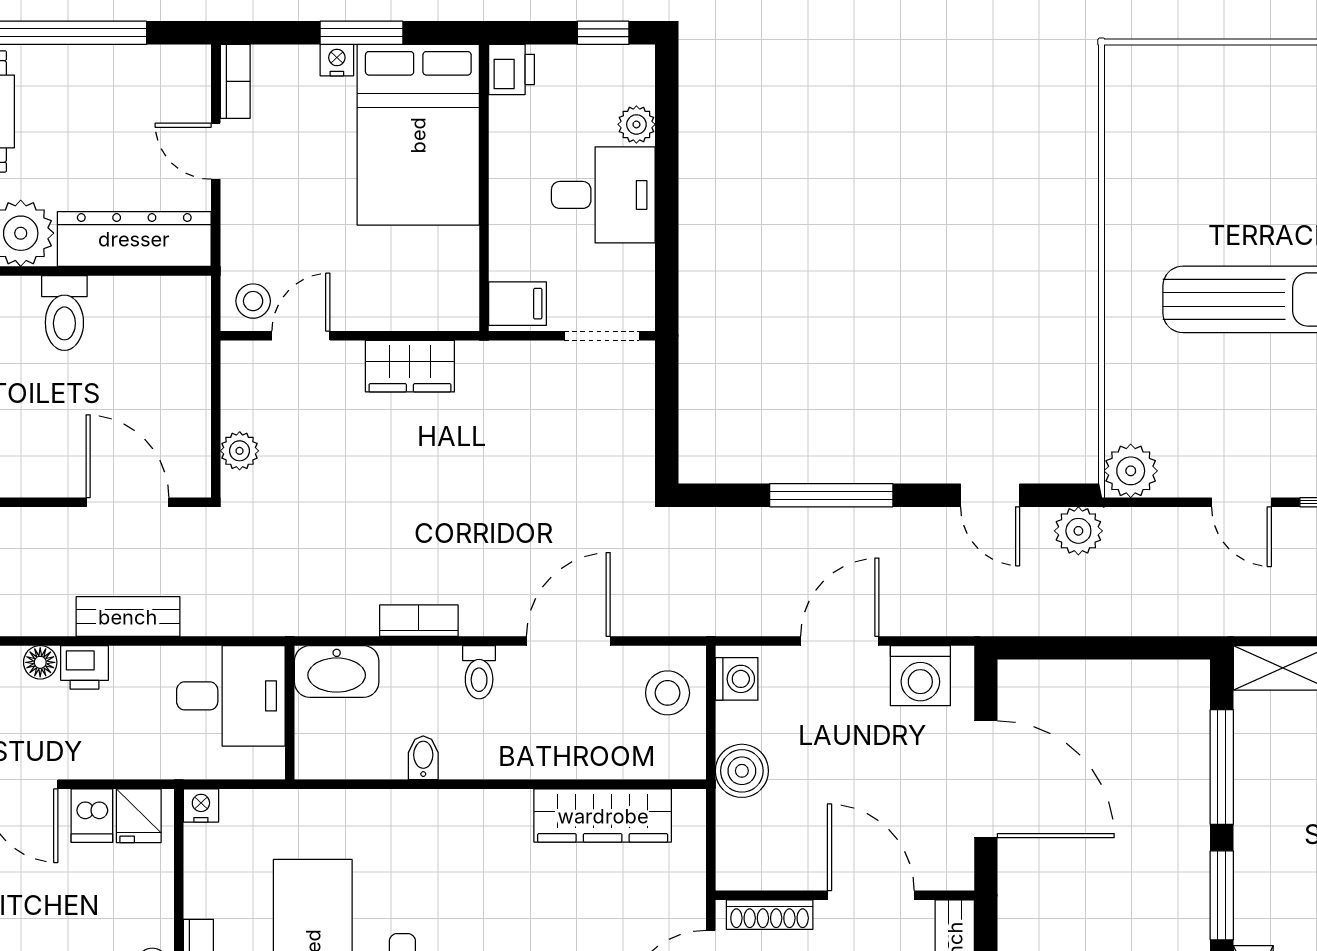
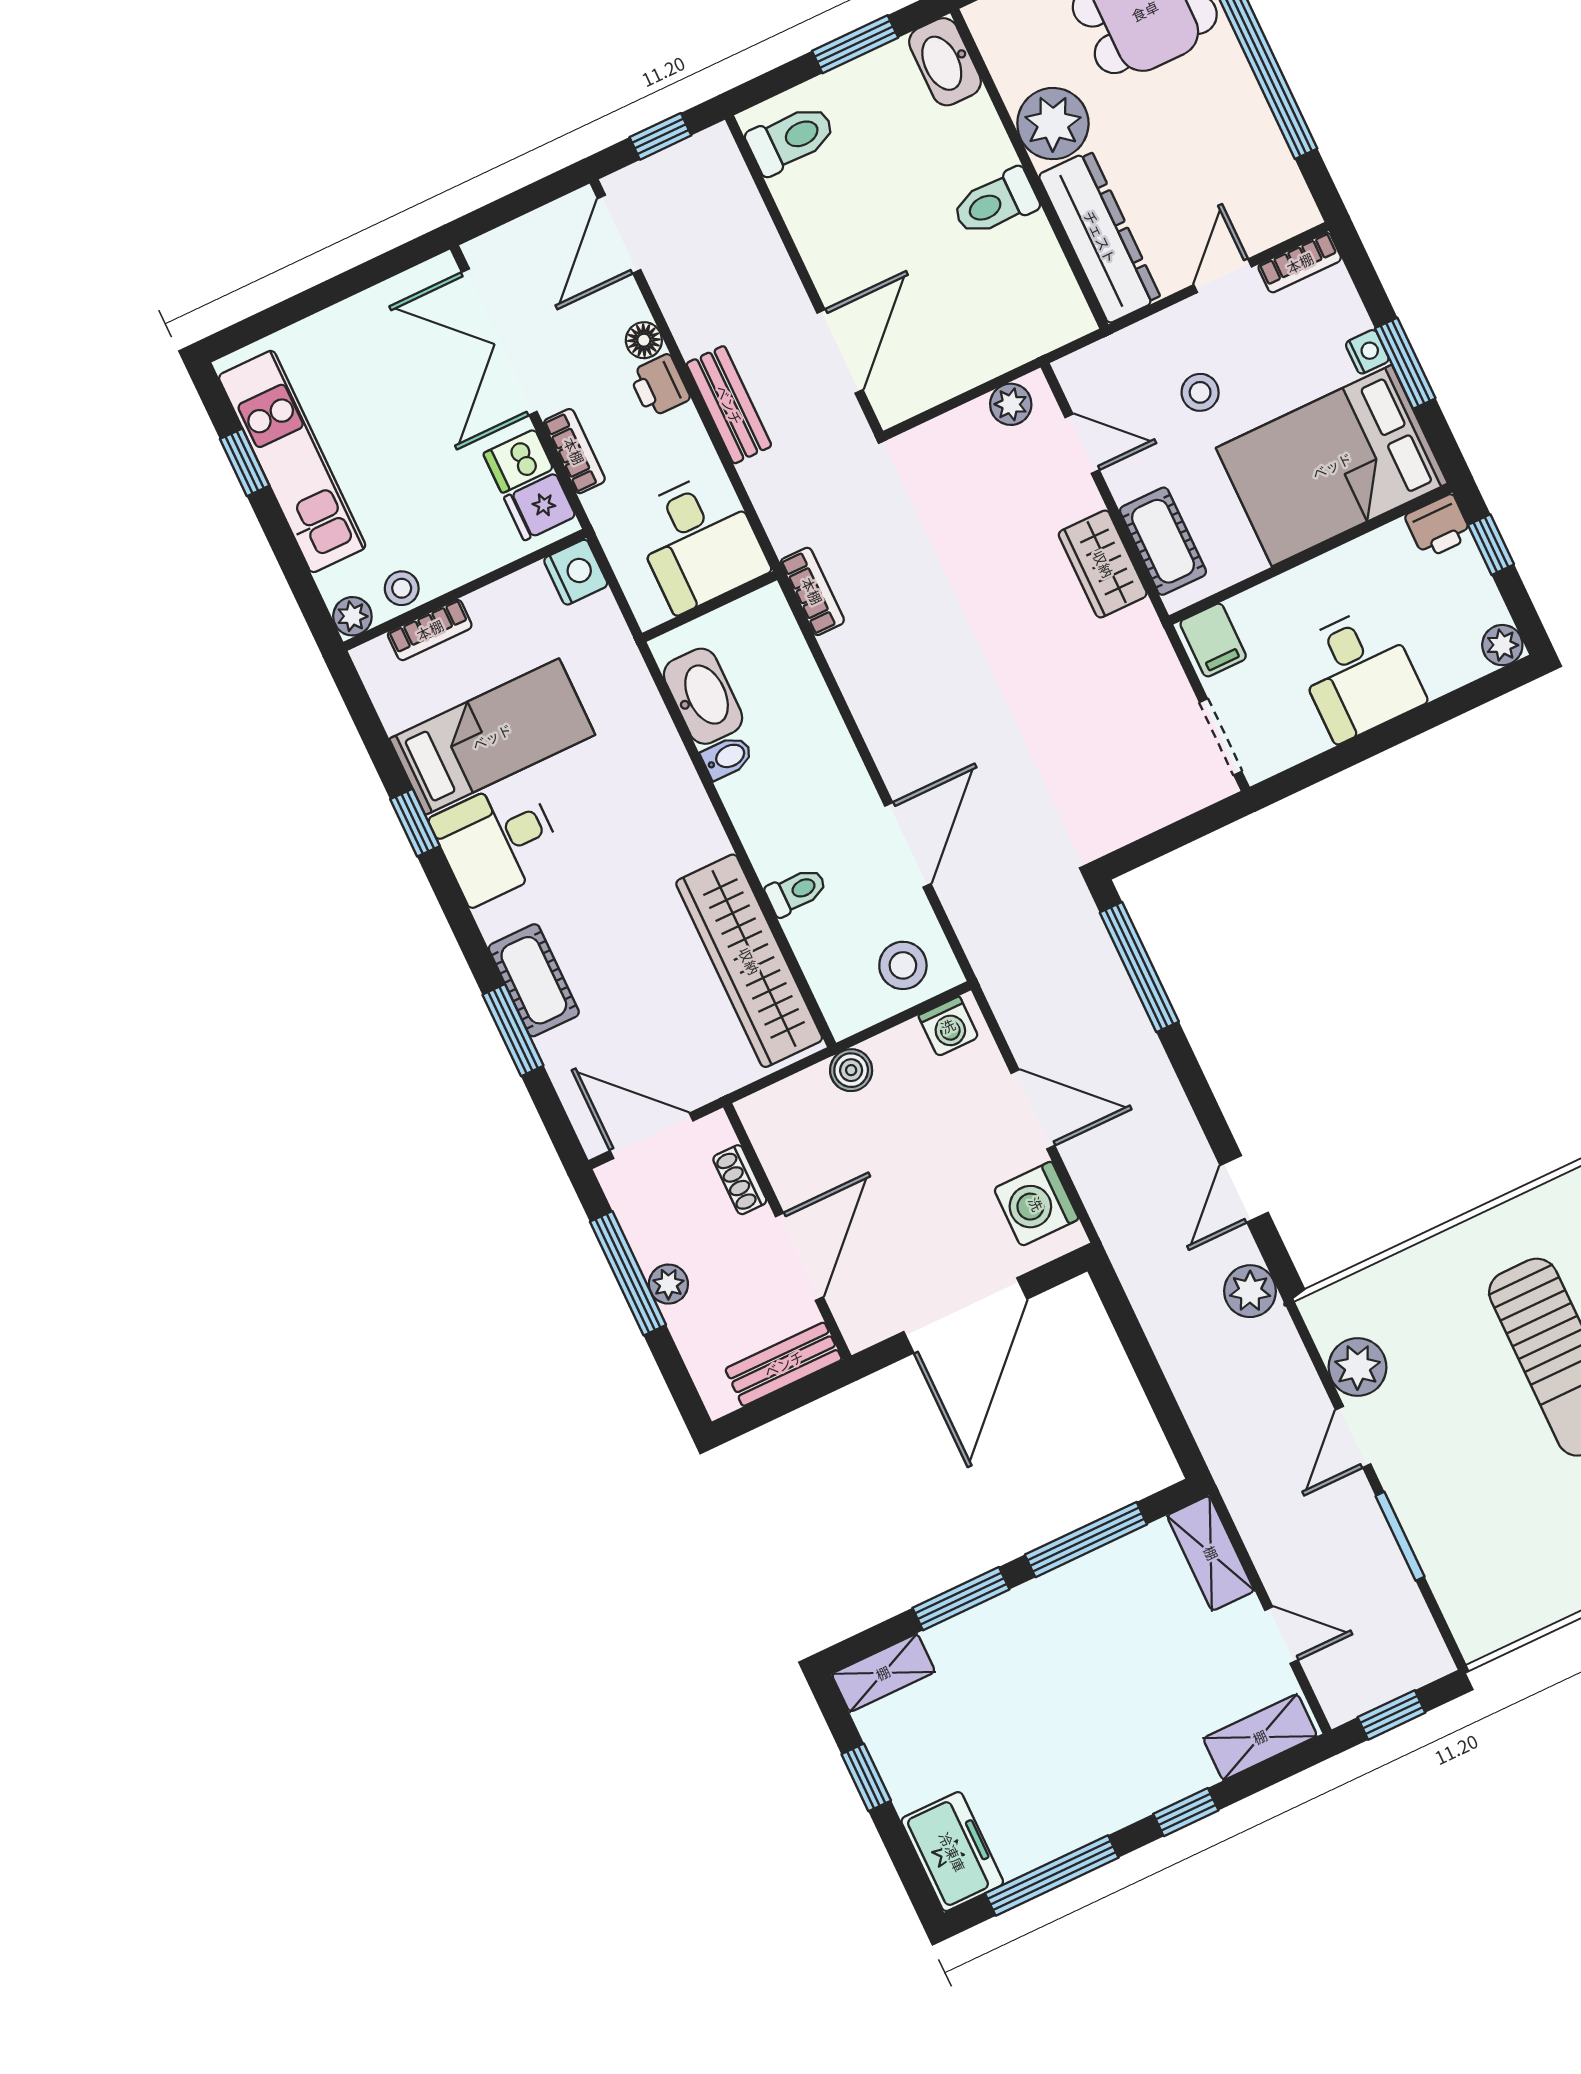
window: (603, 33) -> (1491, 545), moved
plant: (636, 124) -> (1502, 645), moved
stool: (253, 301) -> (1200, 392), moved
cot: (415, 306) -> (1163, 541), added
plant: (240, 451) -> (1011, 404), moved
plant: (1131, 471) -> (1358, 1367), moved
window: (831, 495) -> (1139, 967), moved
bookcase: (419, 621) -> (812, 591), moved
door: (568, 641) -> (908, 845), hinge flipped
washbasin: (337, 671) -> (703, 696), moved, turned 180
toilet: (479, 672) -> (796, 891), moved, turned 180
bookcase: (106, 765) -> (574, 451), added
boiler: (742, 771) -> (851, 1070), width x0.73, depth x0.73
nightstand: (201, 806) -> (576, 572), width x1.39, depth x1.35
wardrobe: (603, 816) -> (749, 961), width x1.40, depth x1.17
shoe rack: (770, 915) -> (740, 1180), width x0.70

